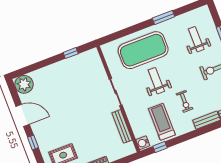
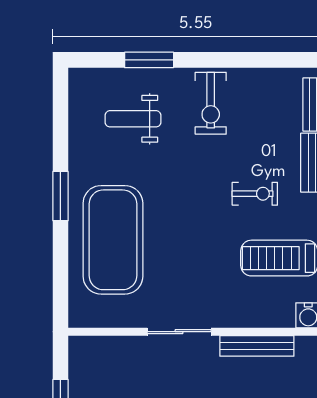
window: (163, 17) -> (60, 196), moved
weight bench: (156, 81) -> (188, 237), removed

